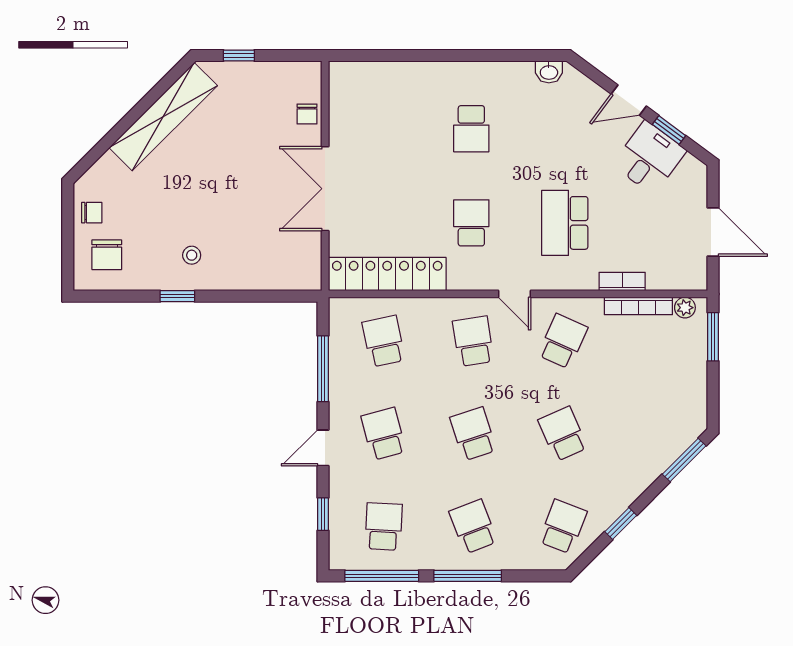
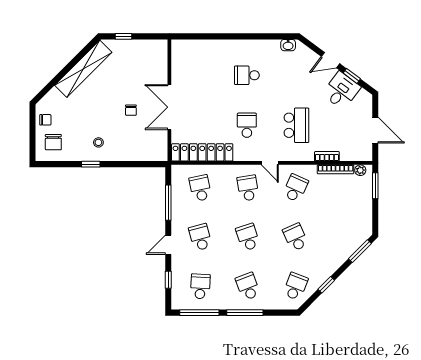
chair: (307, 114) -> (131, 110), moved
school desk: (471, 129) -> (247, 75), turned 90
school desk: (565, 223) -> (296, 125), turned 180

